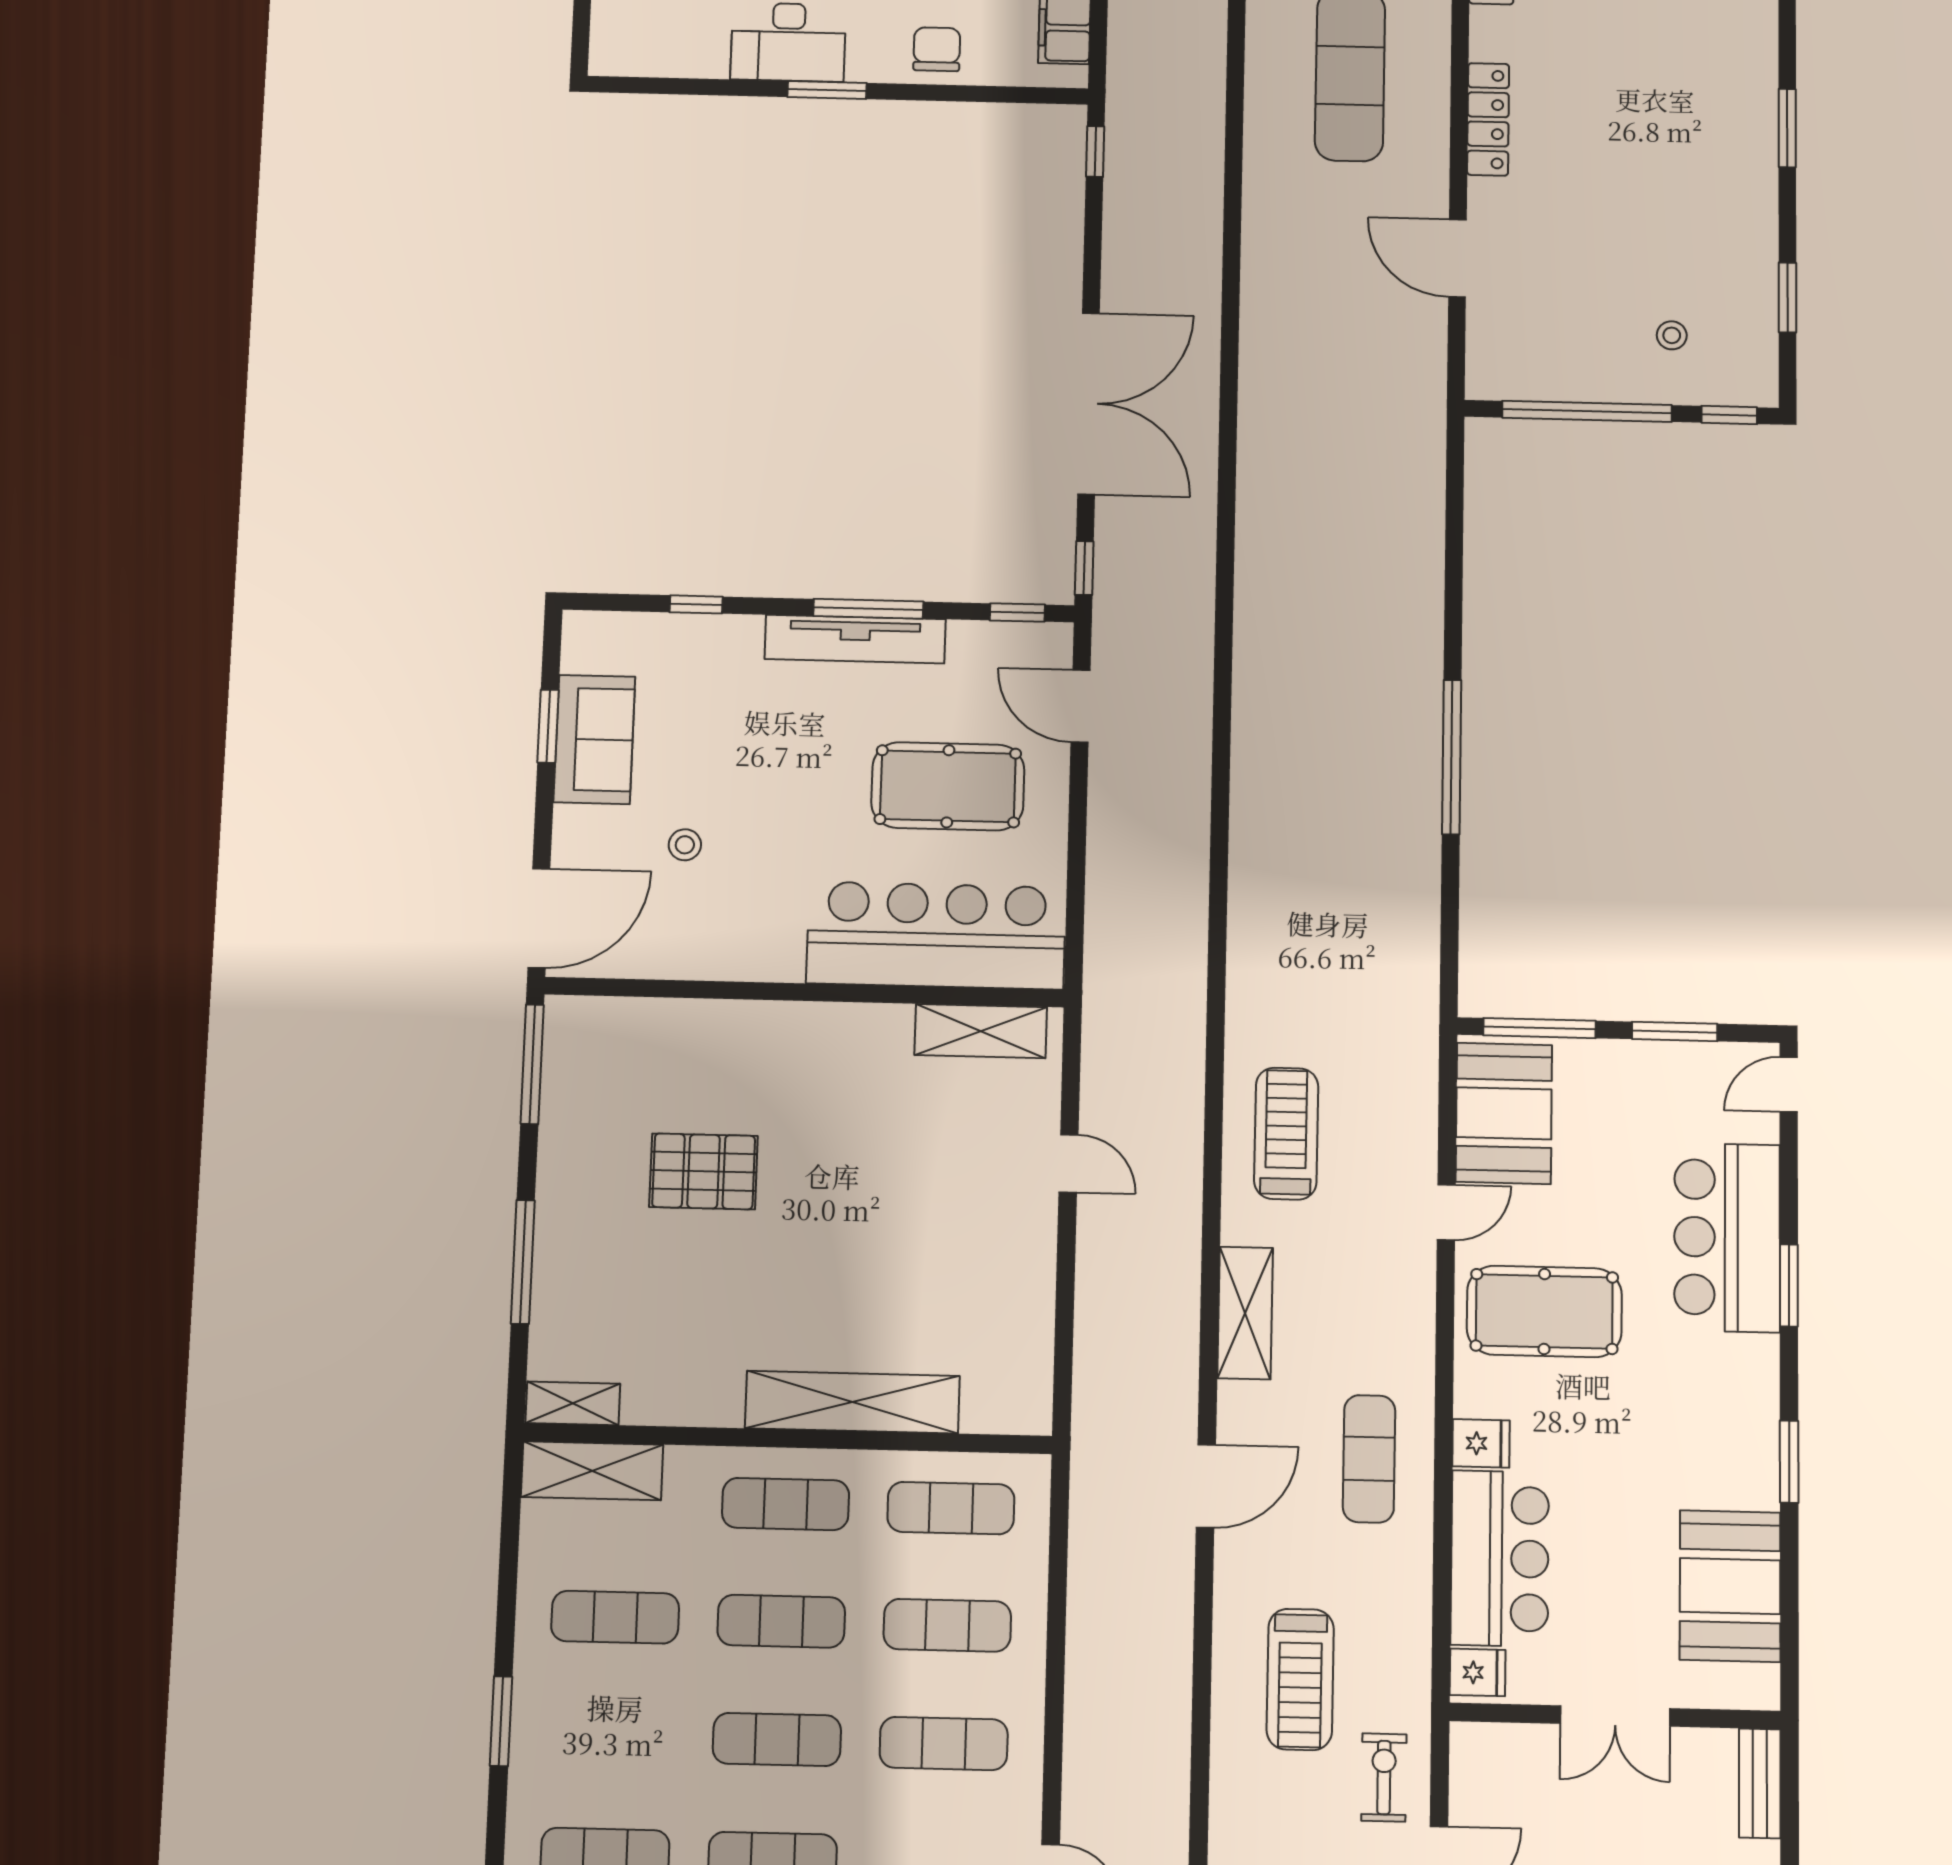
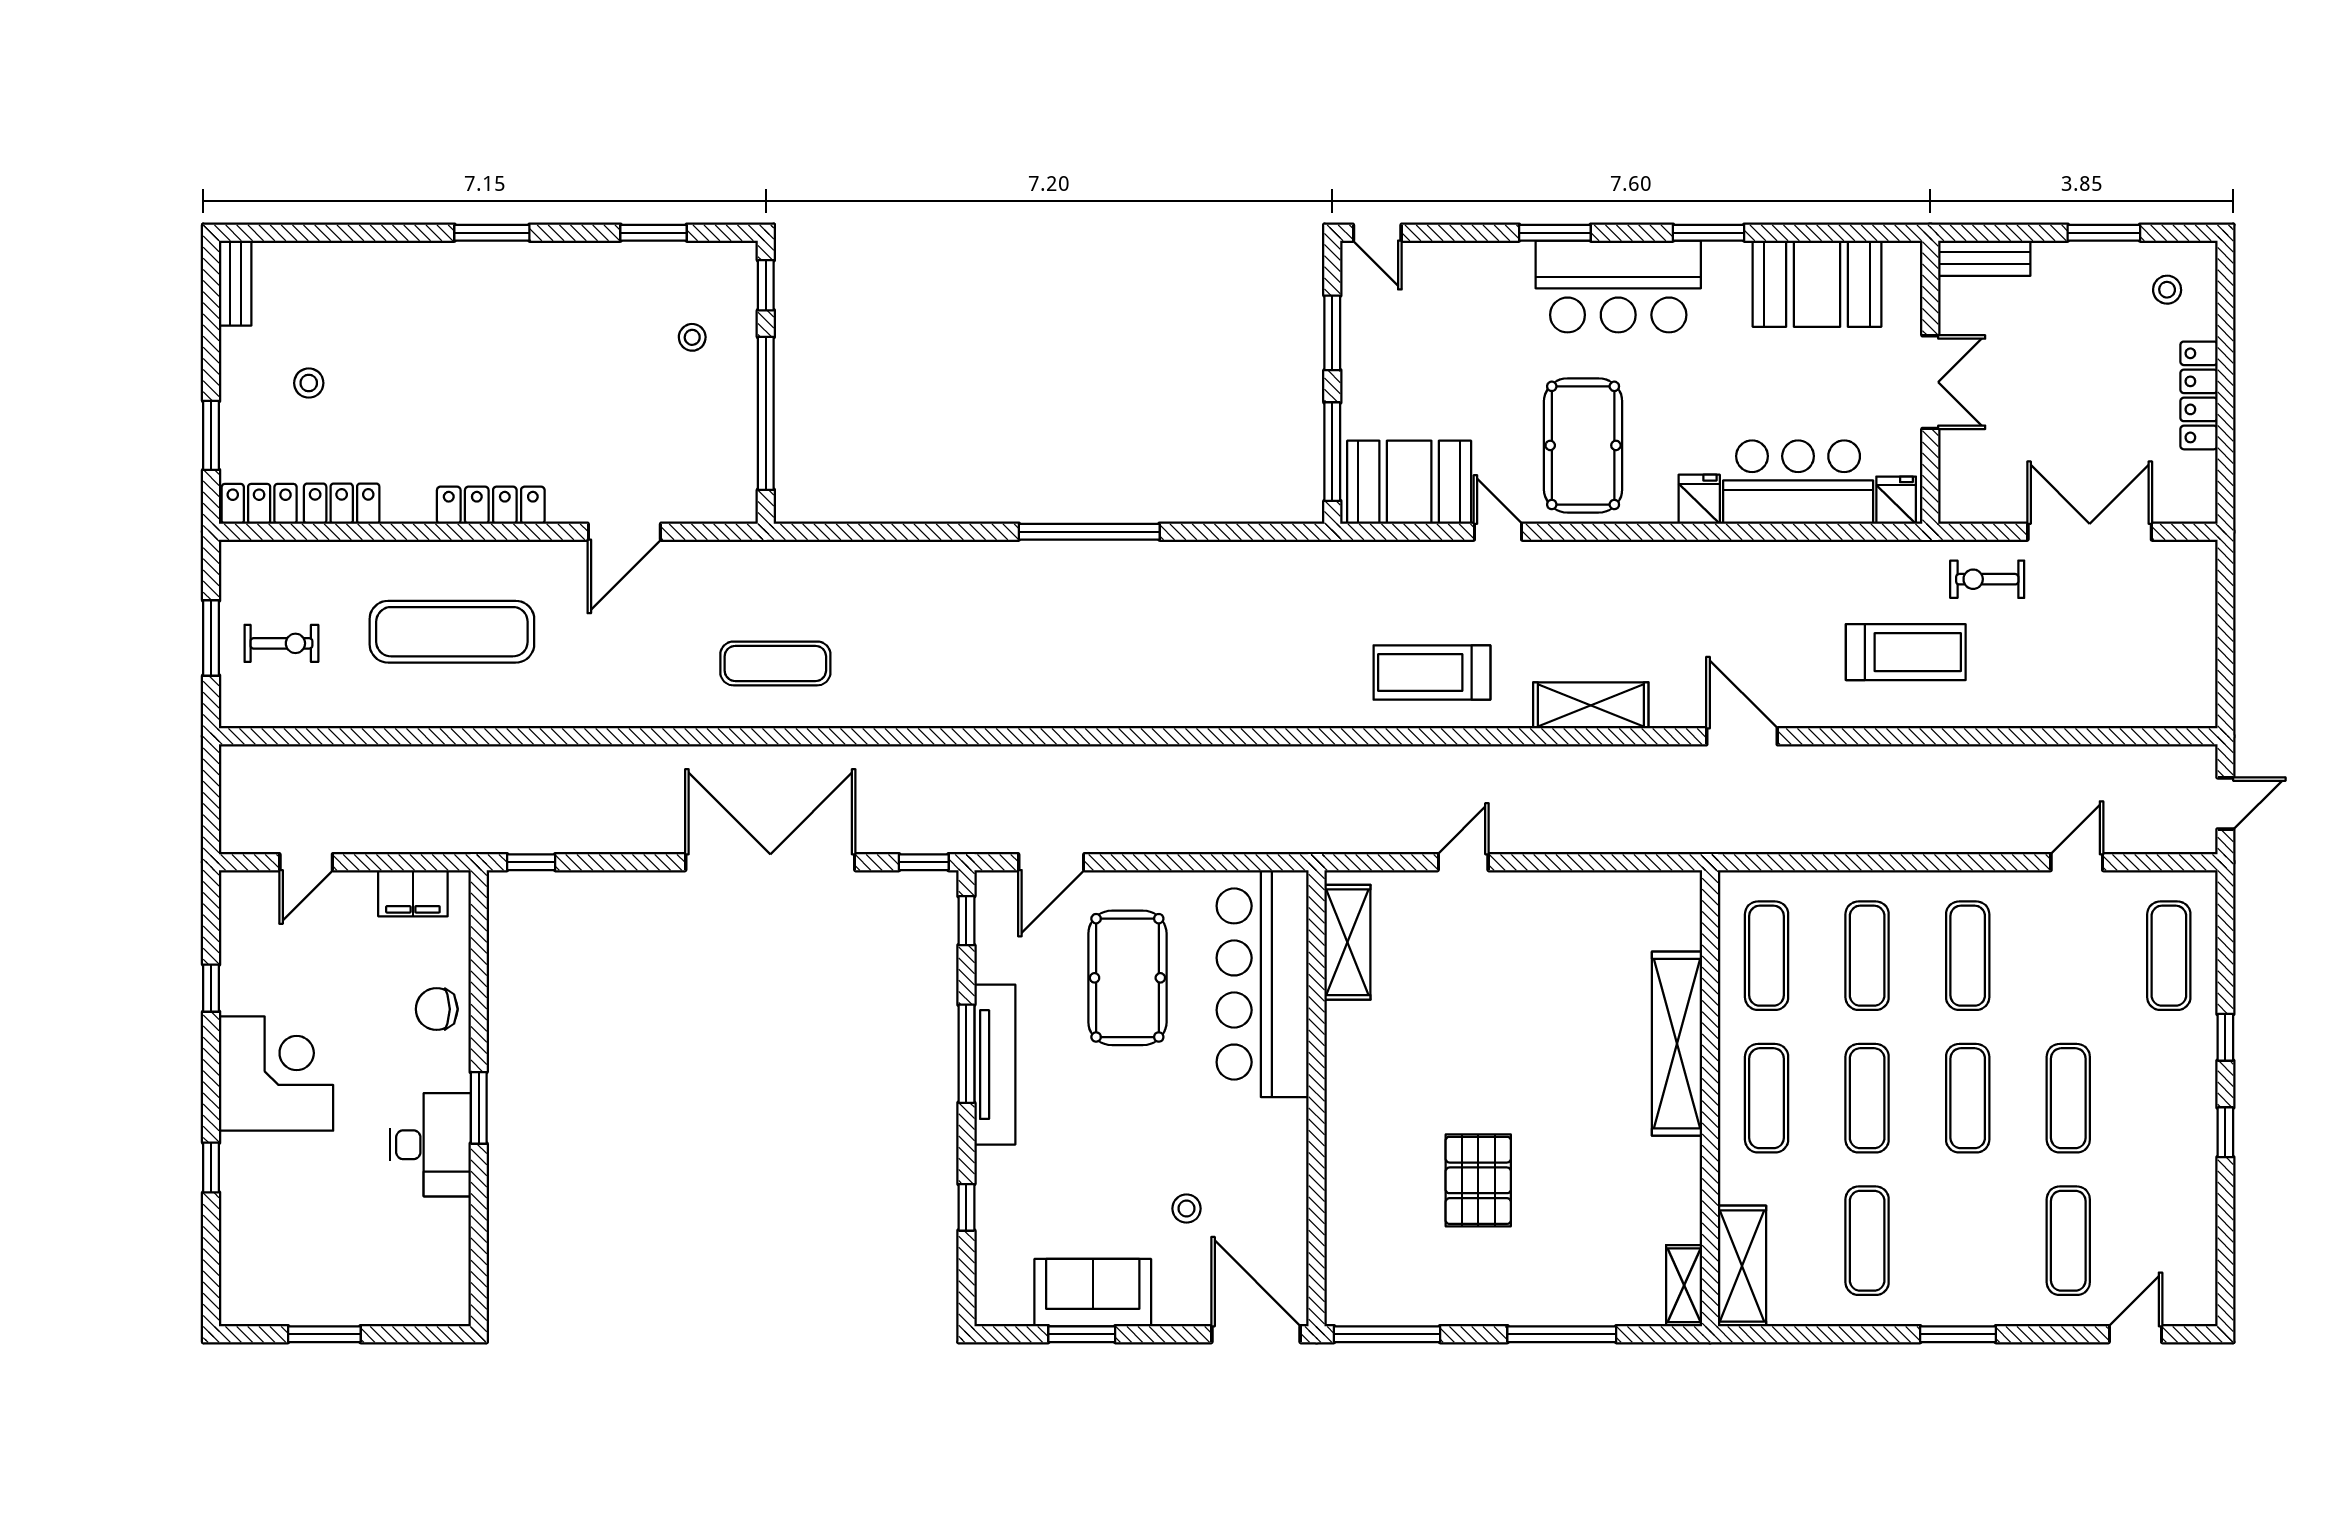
bar counter: (1727, 1237) -> (1618, 286), moved
exercise mat: (1369, 1459) -> (775, 663), moved

